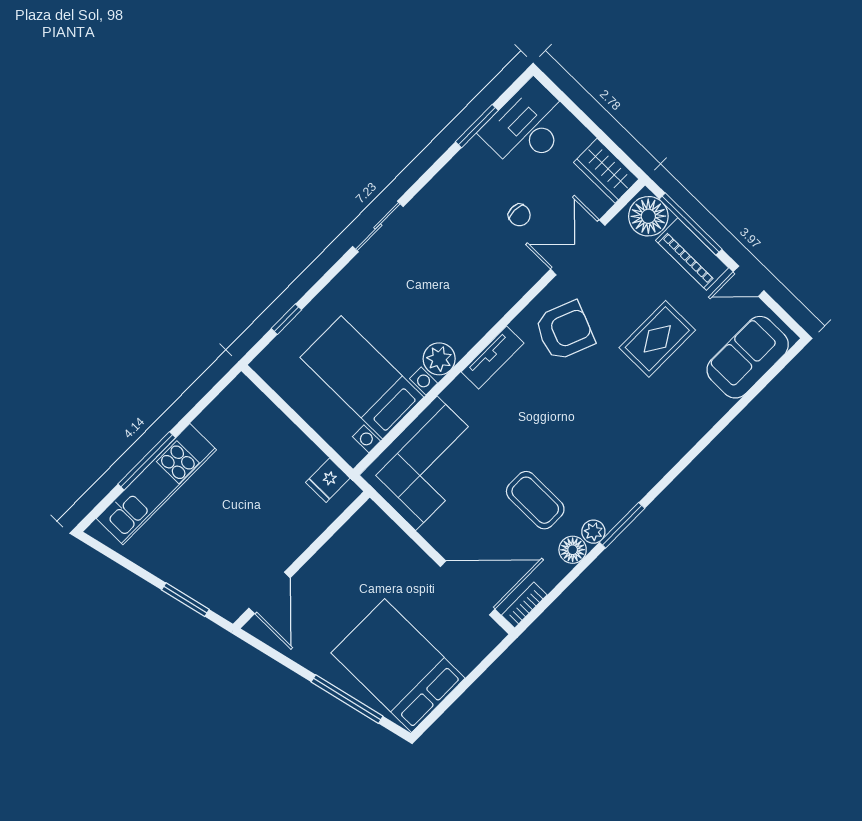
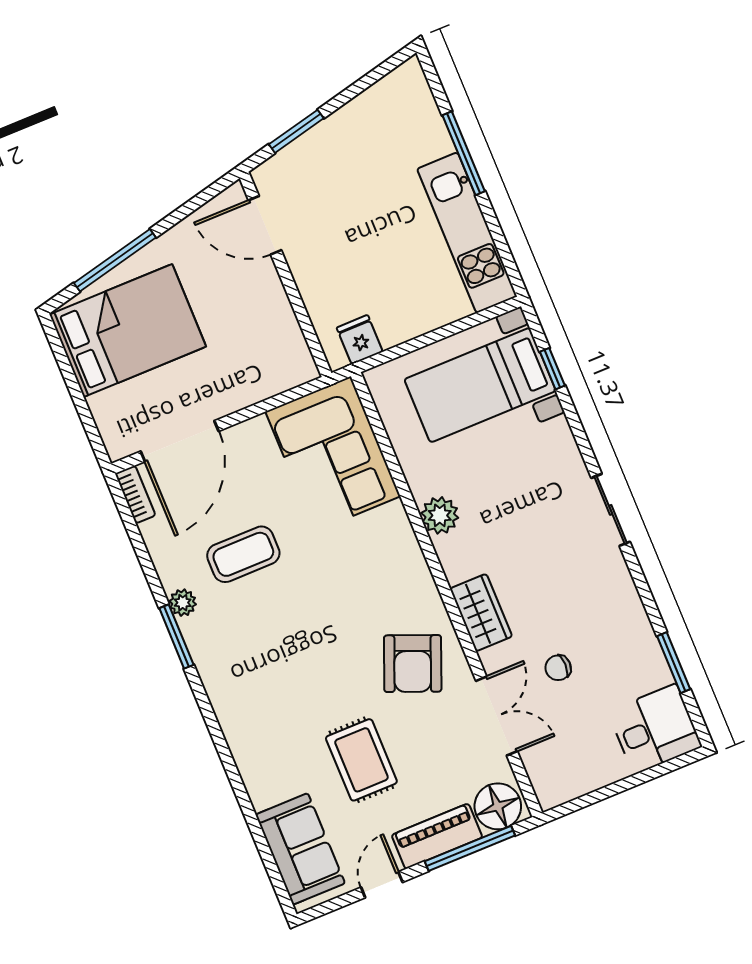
desk: (527, 126) -> (655, 729), width x0.73
wardrobe: (606, 171) -> (481, 613), moved, turned 90
tv unit: (493, 357) -> (417, 574), removed
bed with nightstands: (362, 377) -> (480, 385), moved, turned 180
kitchen unit: (156, 484) -> (467, 233), moved
floor lamp: (573, 550) -> (173, 572), removed

